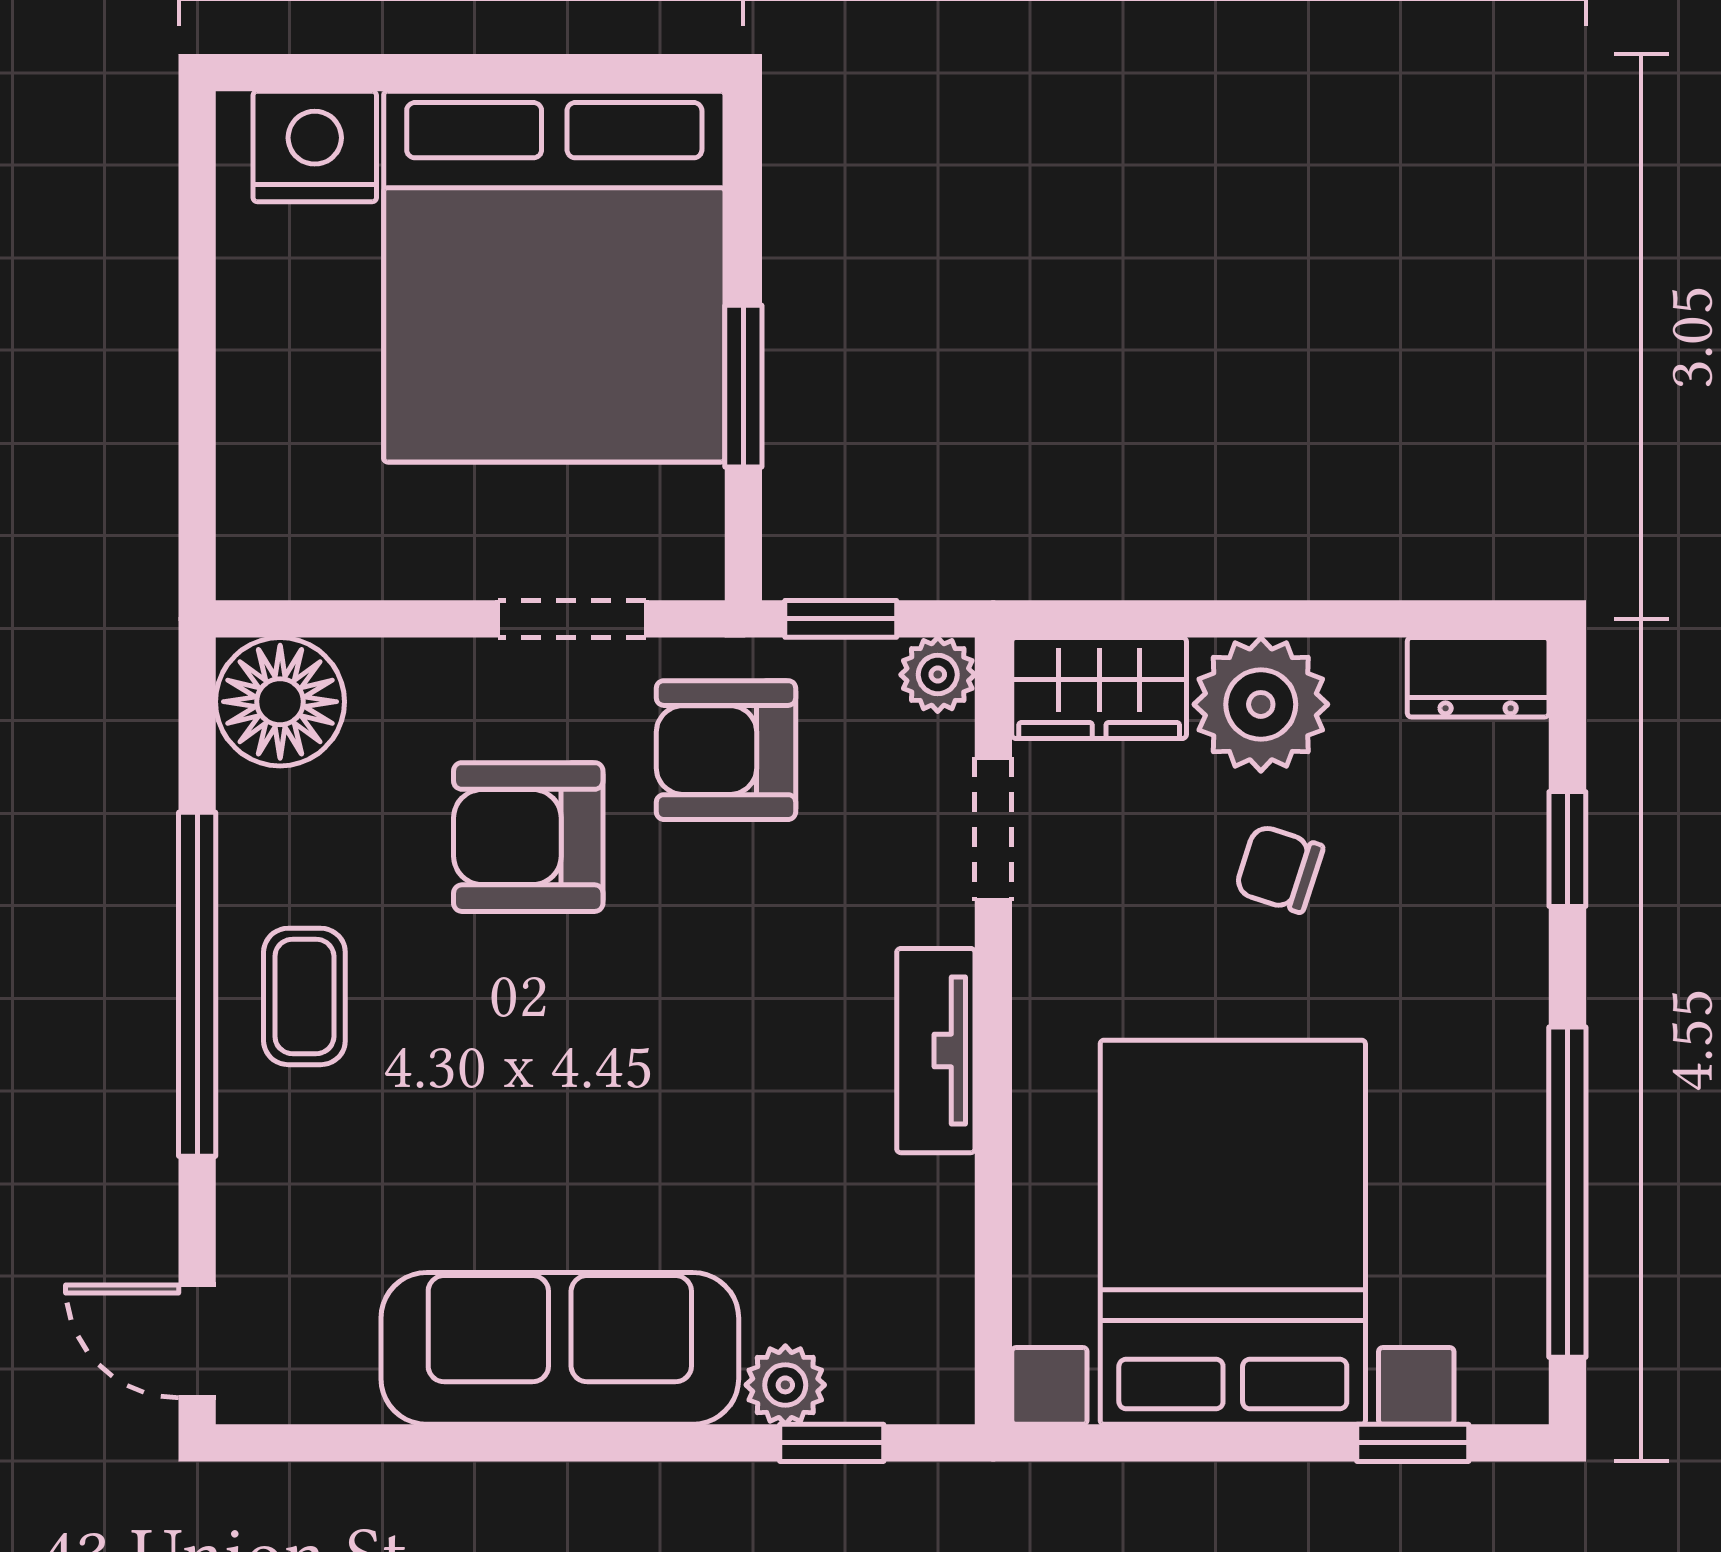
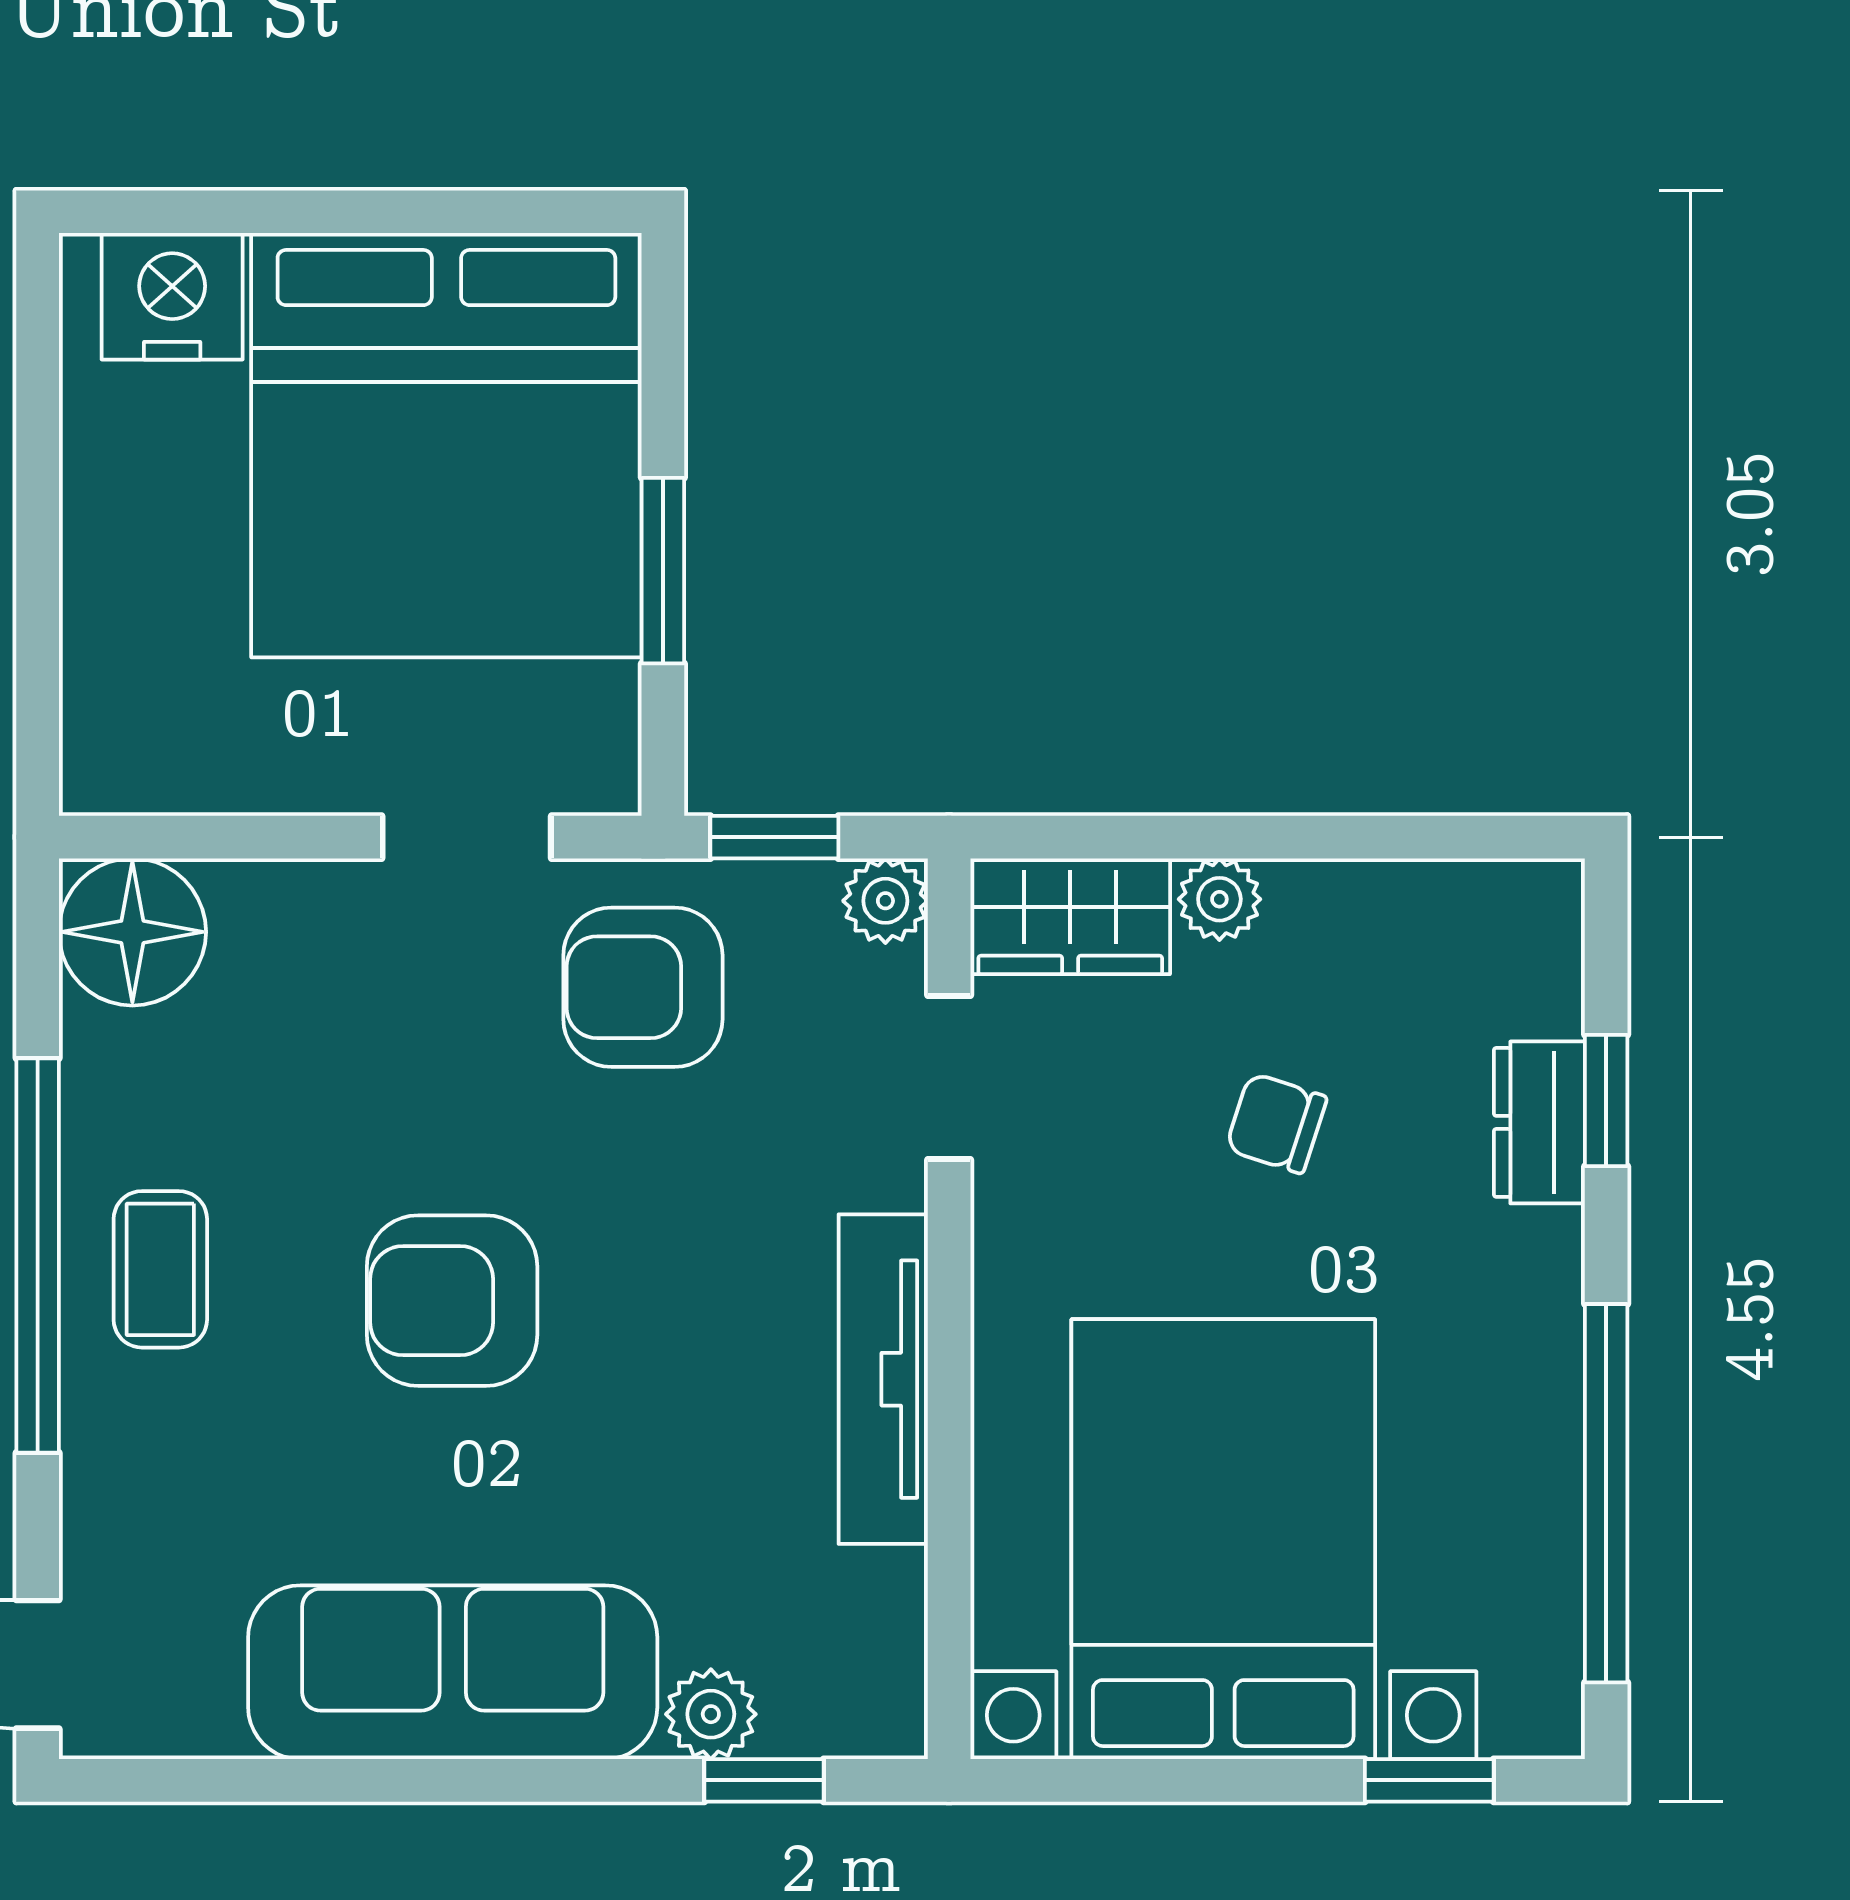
dresser: (1478, 677) -> (1539, 1122), moved, turned 90
plant: (1261, 704) -> (1219, 899), width x0.53, depth x0.53
armchair: (528, 837) -> (452, 1301), moved
tv unit: (936, 1051) -> (883, 1379), width x1.41

